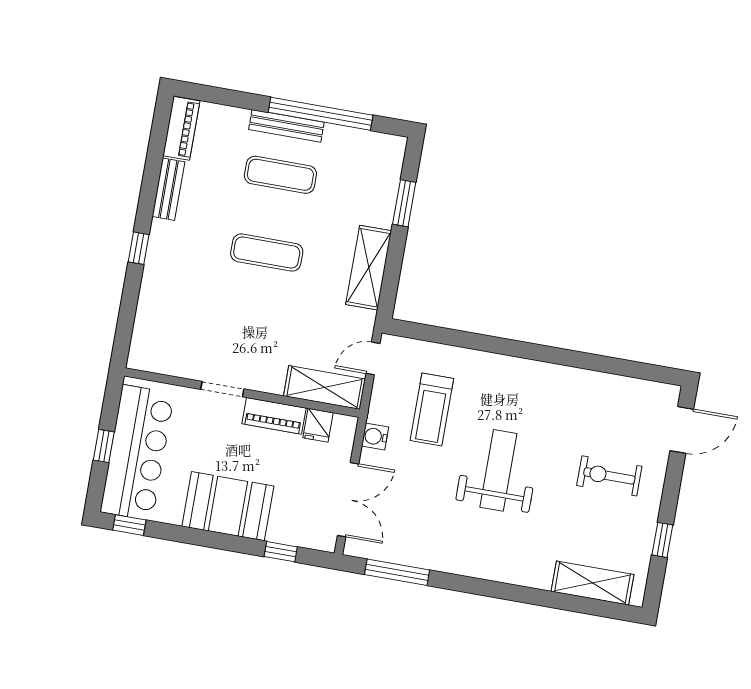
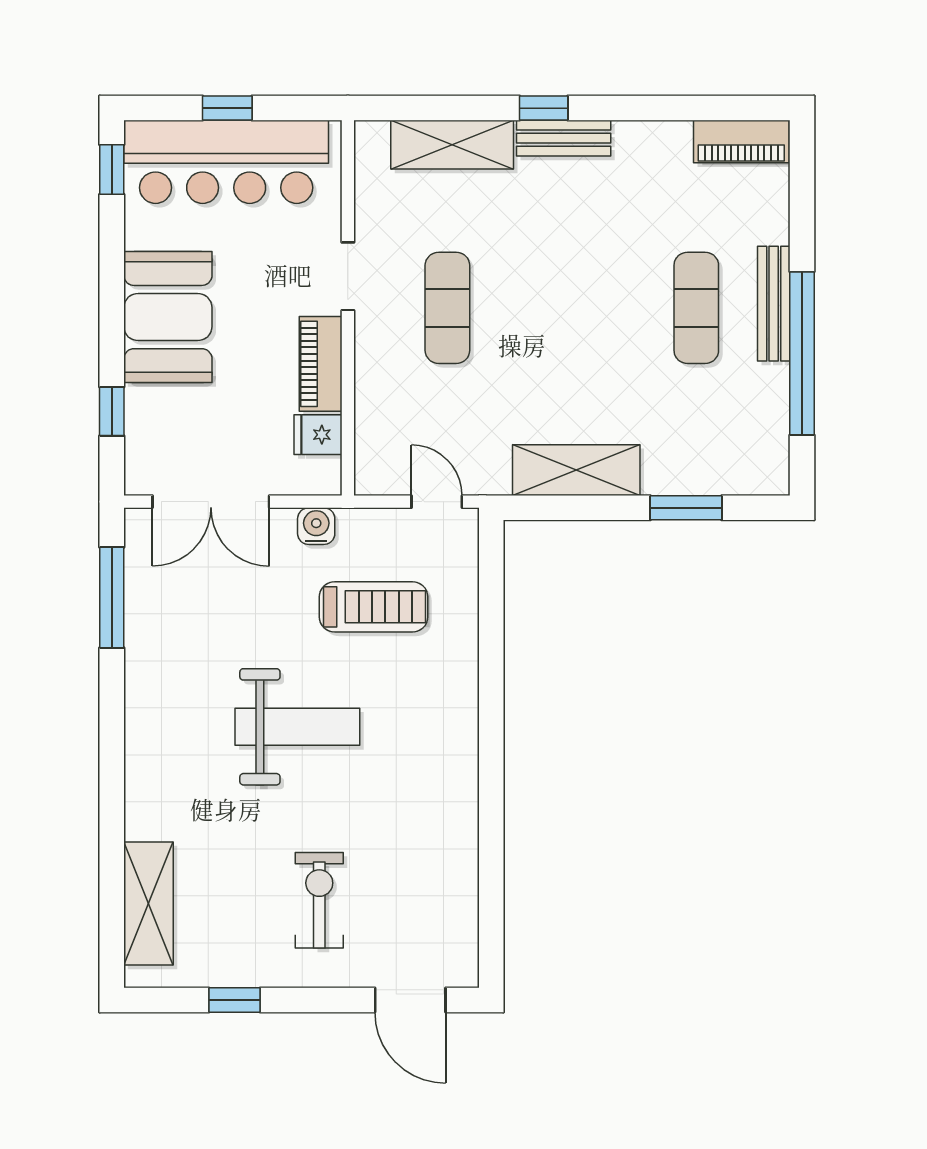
bench: (168, 189) -> (564, 138), moved
exercise mat: (267, 253) -> (447, 308), moved
shelving: (324, 388) -> (452, 145), moved, turned 90
treadmill: (432, 410) -> (374, 607), turned 180

